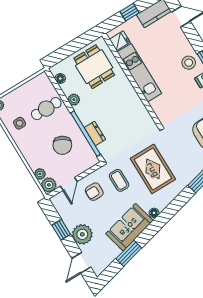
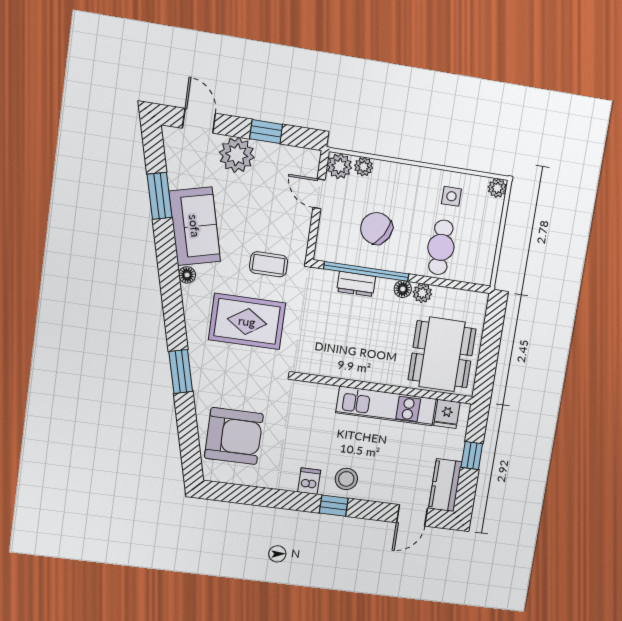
dining table: (94, 67) -> (442, 354), width x1.38
floor lamp: (60, 79) -> (403, 289), moved
armchair: (94, 192) -> (281, 219), removed

